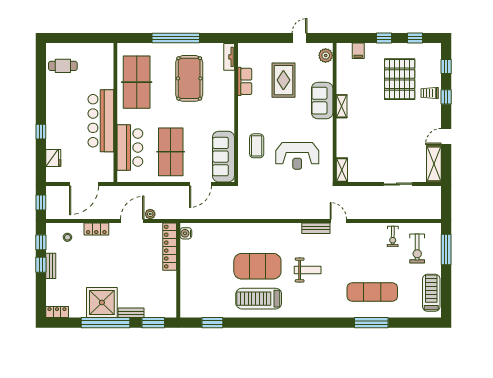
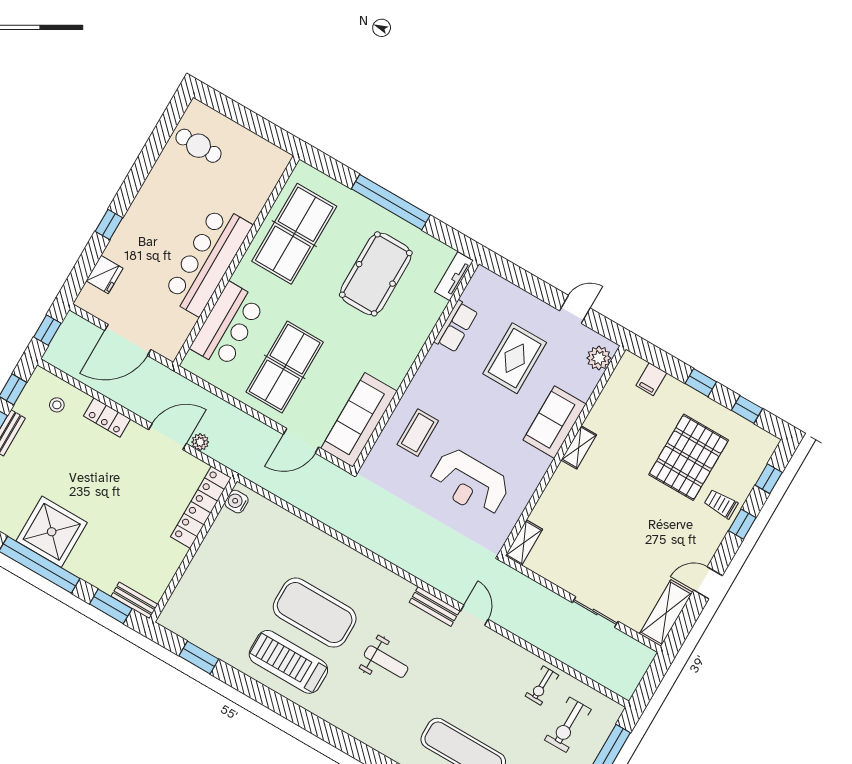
bench: (131, 313) -> (134, 600), moved

